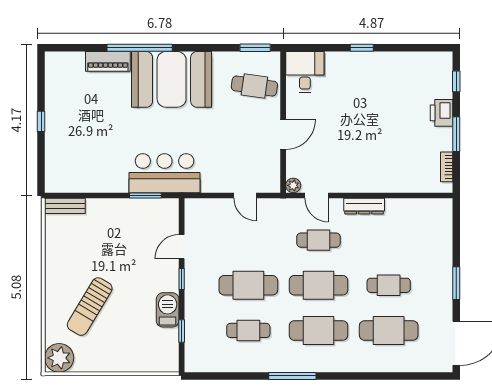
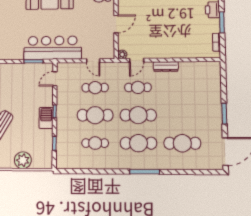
bar counter: (165, 173) -> (53, 48), width x1.36
door: (317, 196) -> (137, 60), hinge flipped
door: (182, 247) -> (55, 79), moved
cafe table: (389, 285) -> (95, 88), moved
barbecue: (168, 310) -> (46, 118), moved
plant: (130, 359) -> (23, 160), added
window: (292, 376) -> (145, 172), moved

